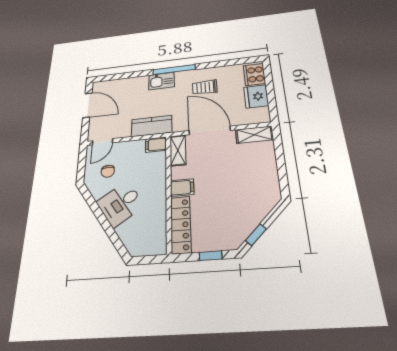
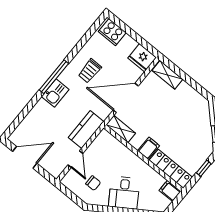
fridge: (256, 96) -> (142, 58), moved
shelving: (254, 135) -> (167, 75), moved, turned 90
door: (102, 142) -> (75, 159), moved
filing cabinet: (156, 145) -> (170, 191), moved, turned 90

